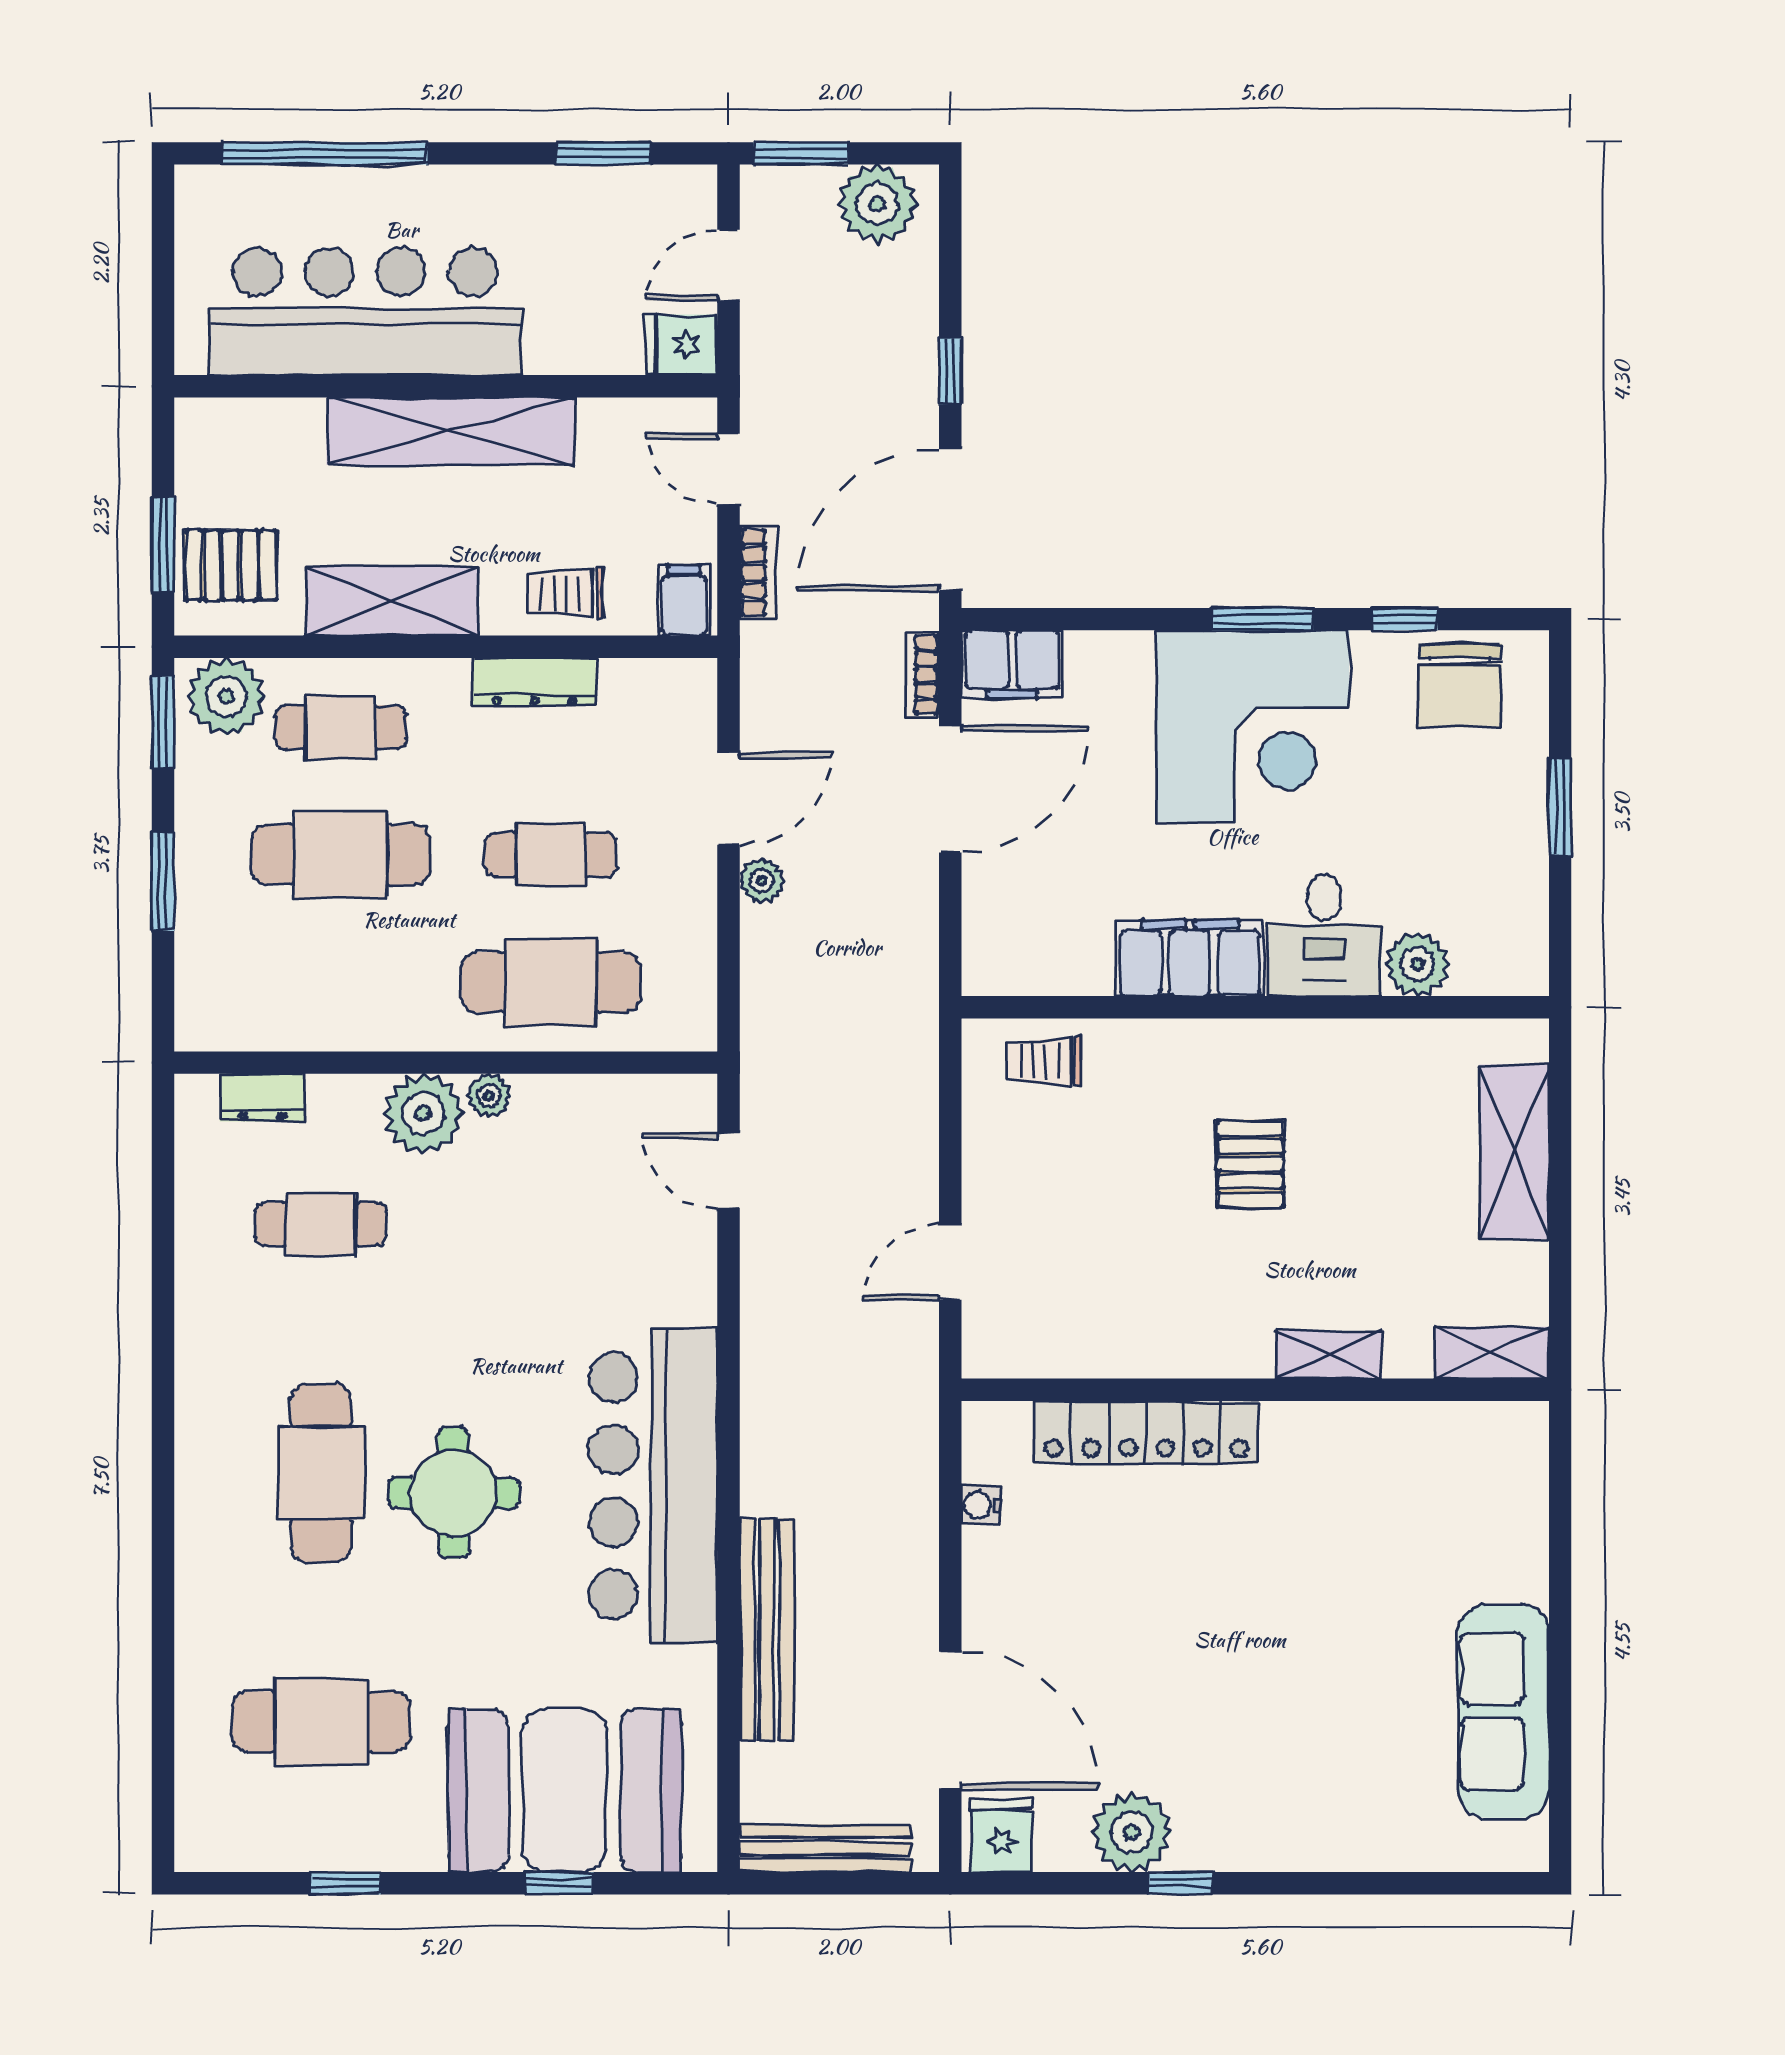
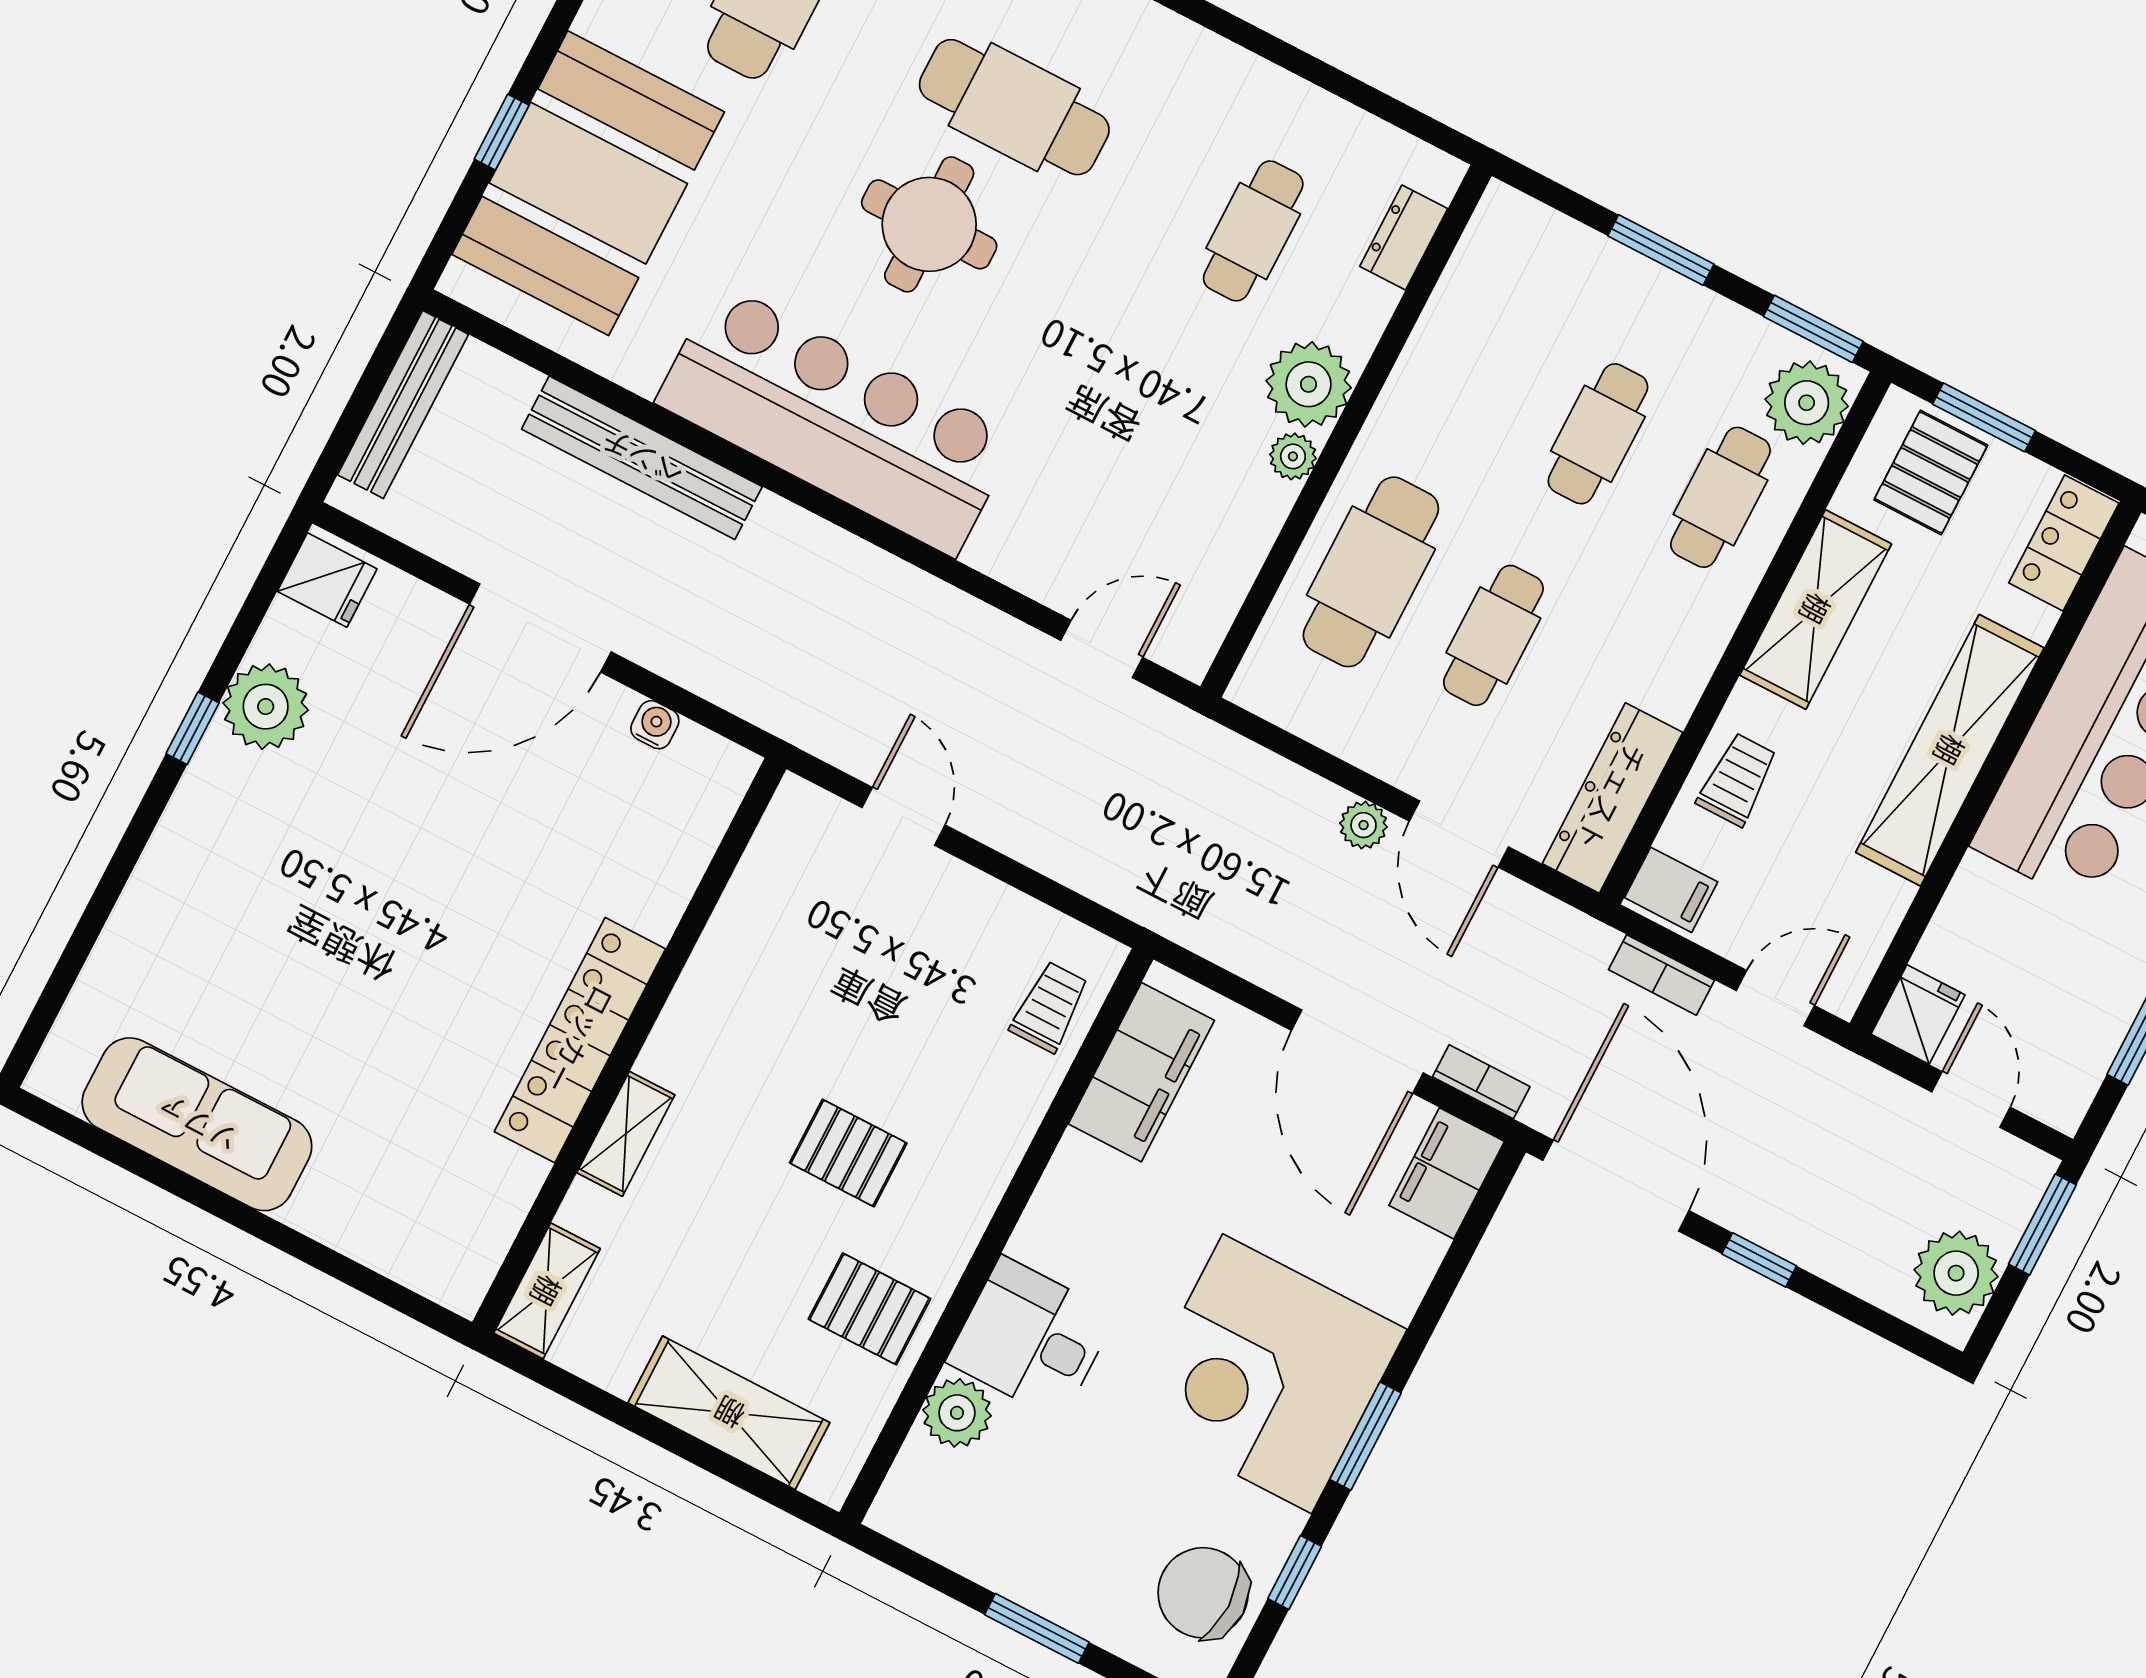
locker: (232, 426) -> (2064, 543), added
dresser: (534, 682) -> (1612, 798), moved, width x1.37, depth x1.24
cafe table: (341, 855) -> (1598, 434), width x0.73, depth x0.74
filing cabinet: (1190, 958) -> (1141, 1072), moved
pallet: (1369, 1080) -> (869, 1309), added
locker: (1147, 1432) -> (580, 1040), moved
door: (950, 1720) -> (540, 628), moved

